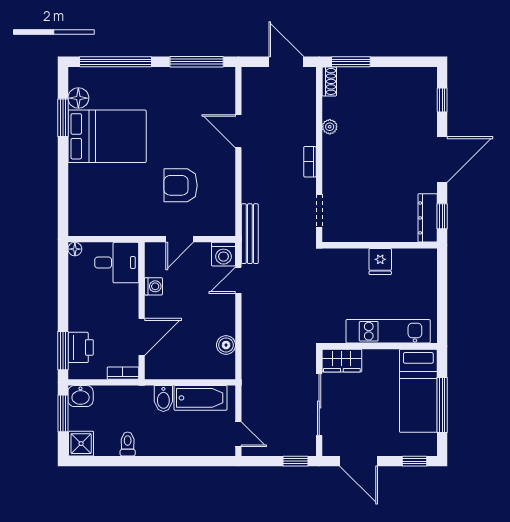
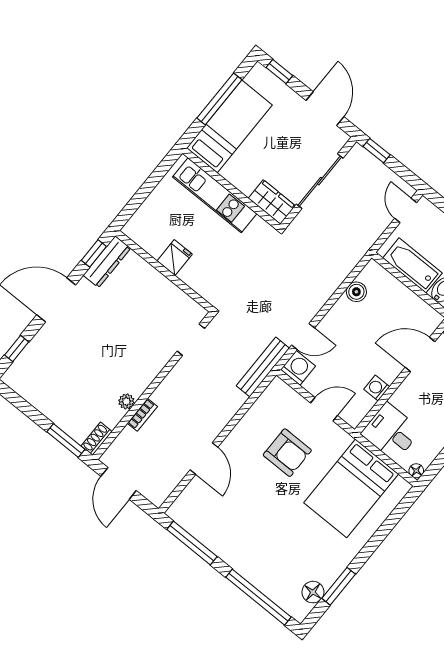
bed: (107, 136) -> (351, 488), moved, turned -90
bookcase: (310, 162) -> (142, 415), moved

